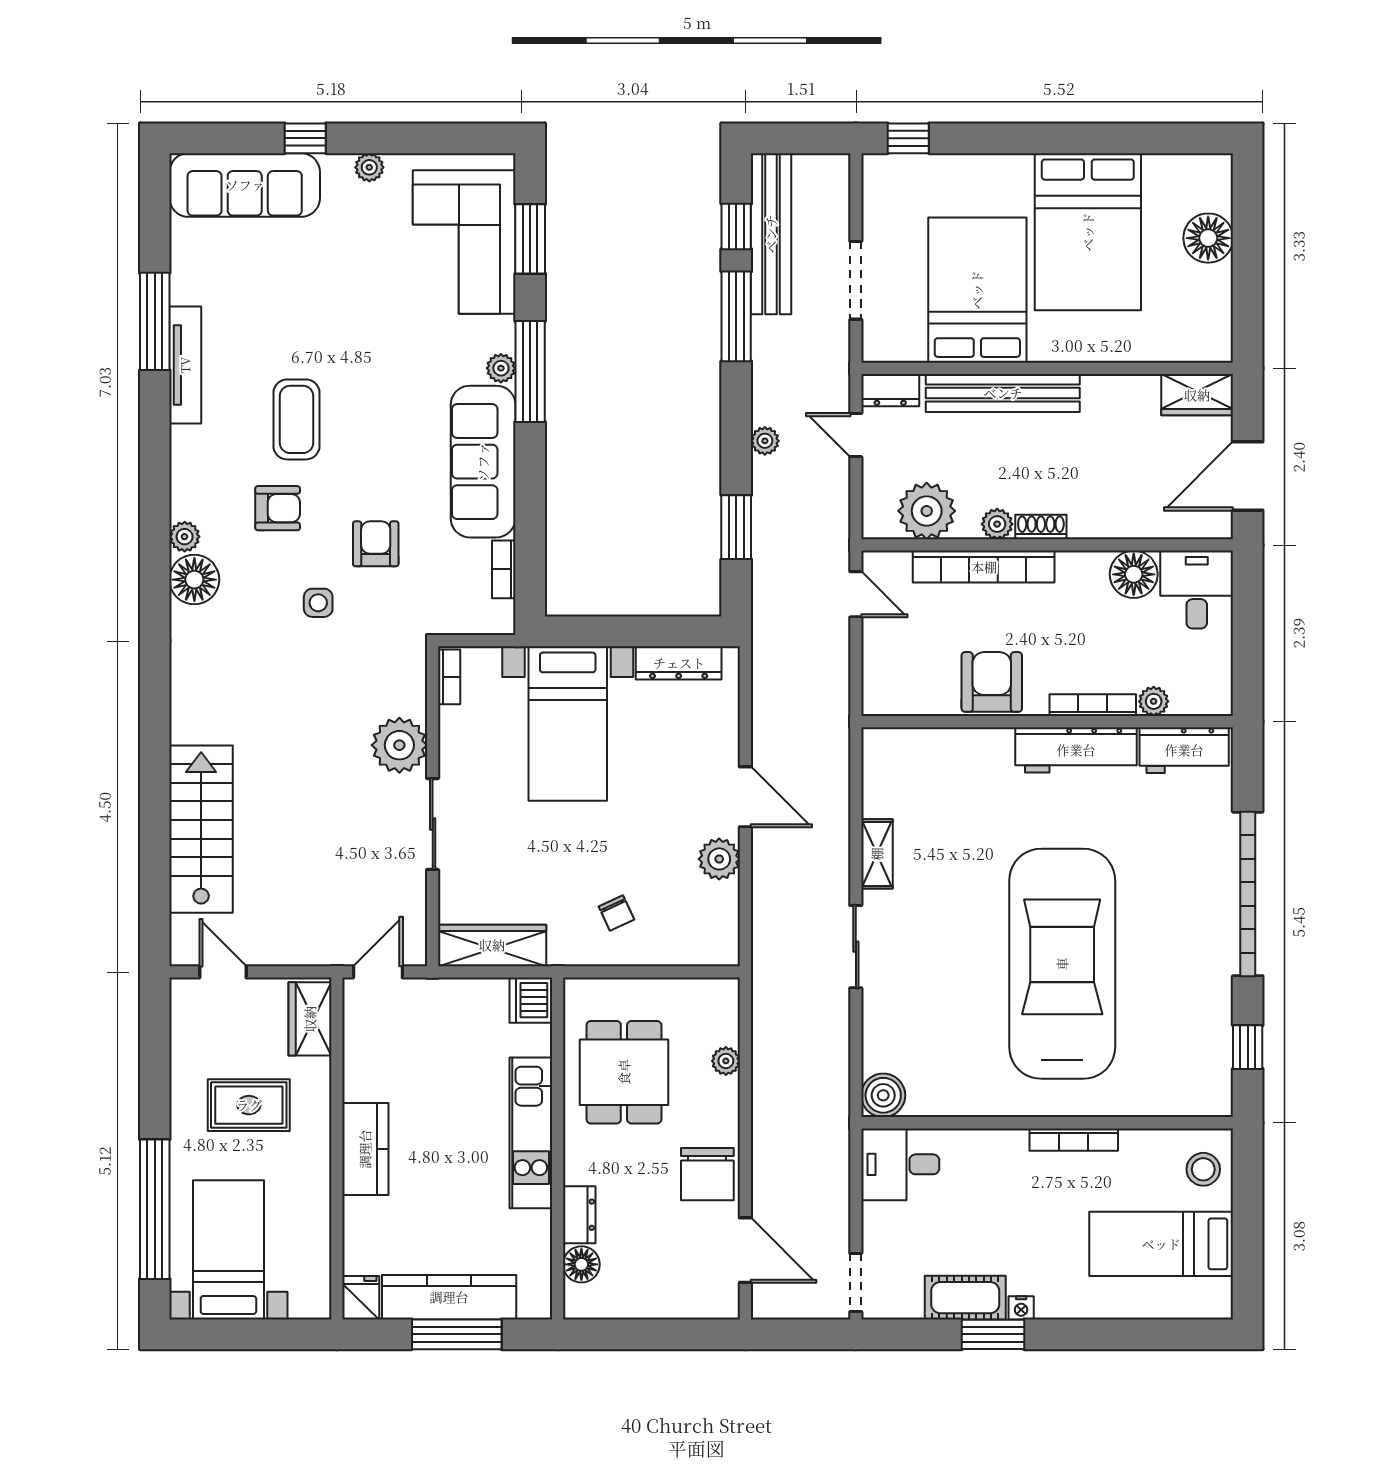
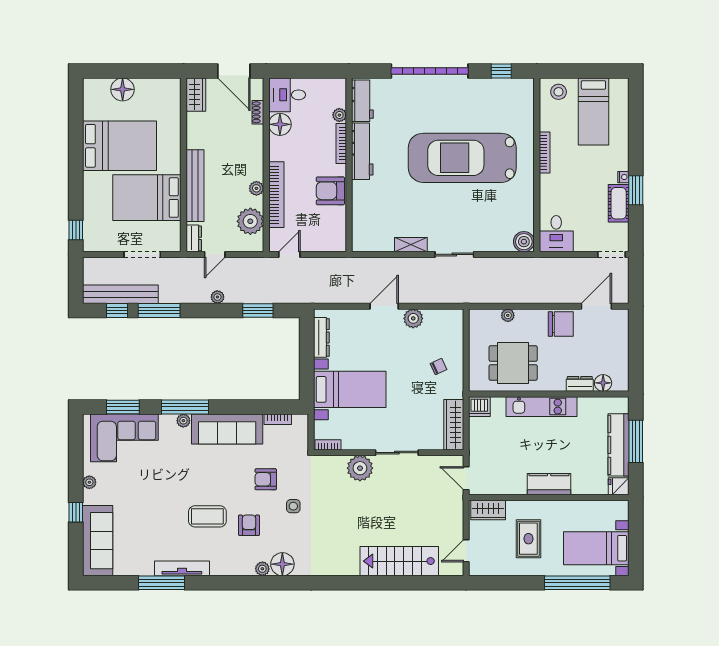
shoe rack: (1041, 527) -> (258, 112), moved

